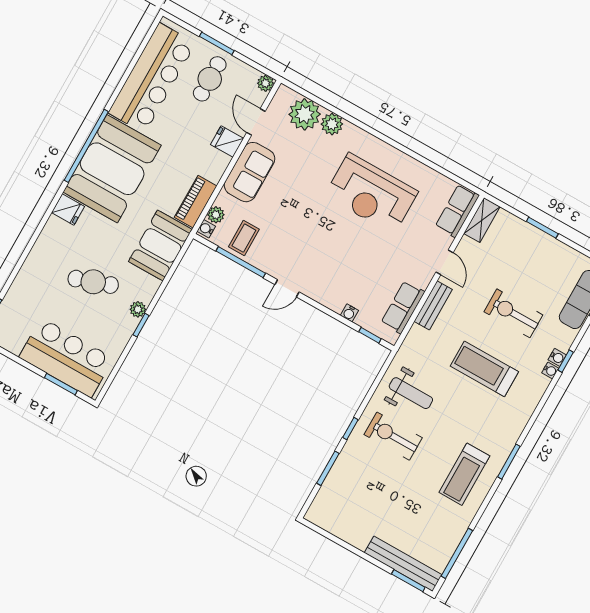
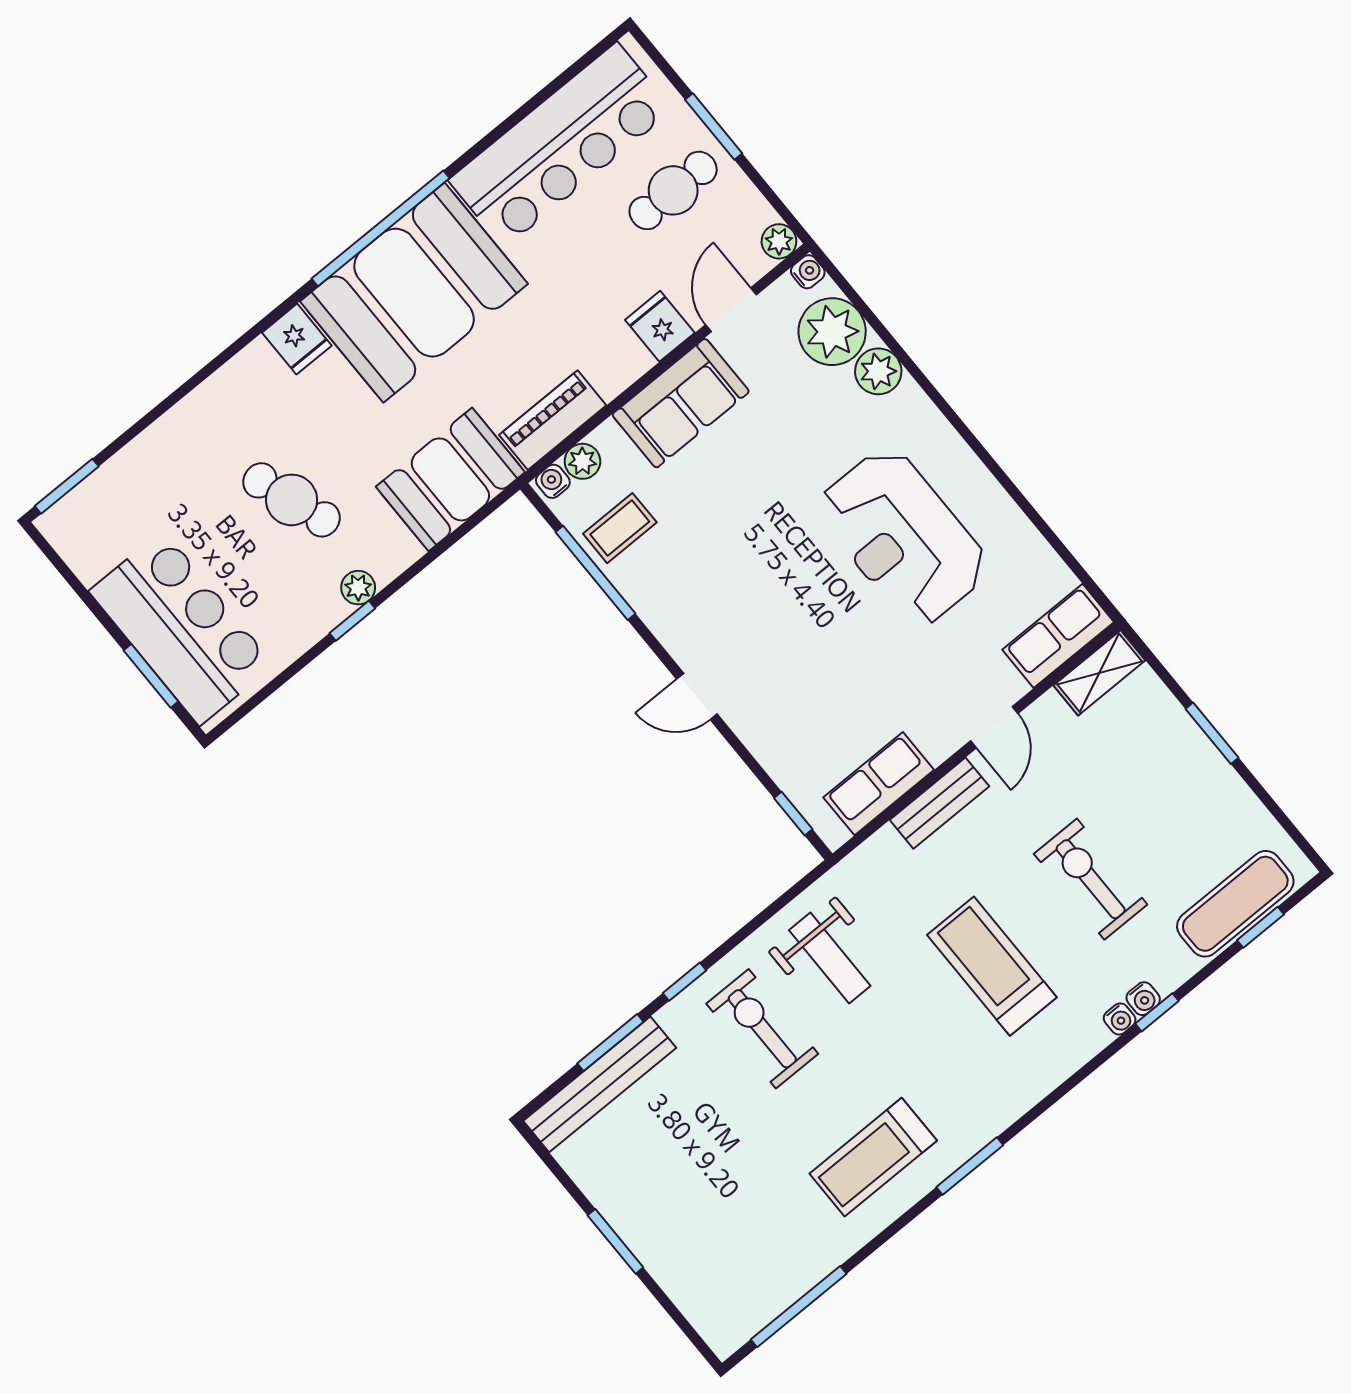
door: (287, 288) -> (697, 696), moved
water cooler: (349, 313) -> (808, 272), moved, turned 180
bench: (403, 564) -> (600, 1084), moved, turned 90
window: (408, 581) -> (615, 1241), moved

